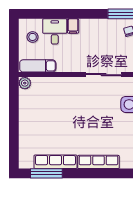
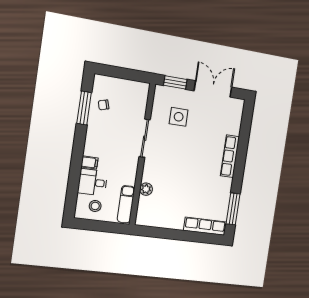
plant: (25, 83) -> (146, 189), moved
row of seats: (55, 162) -> (205, 226), moved, turned 90

